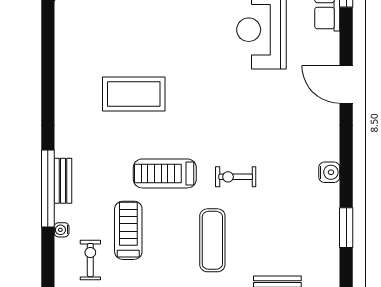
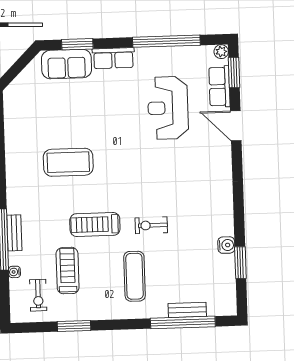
door: (346, 84) -> (236, 126), moved
water cooler: (329, 172) -> (226, 245), moved
exercise bike: (90, 260) -> (38, 295), turned 180

